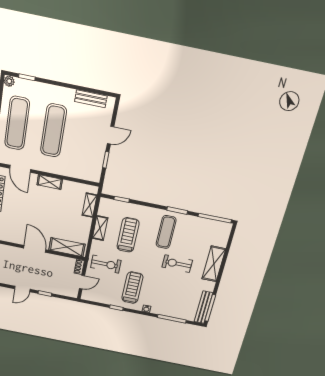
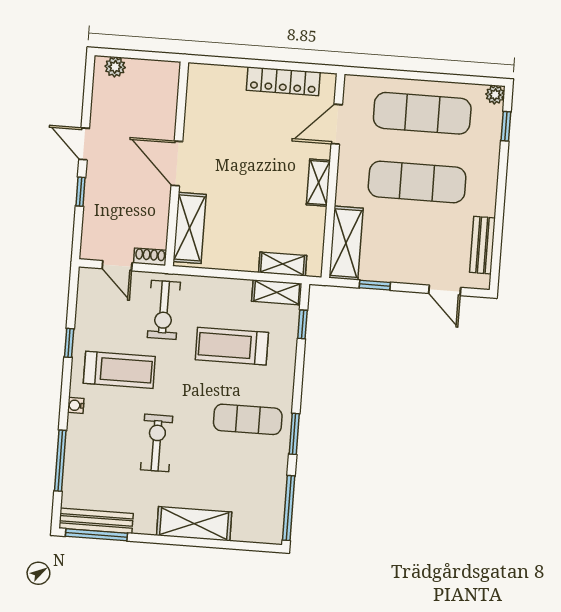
door: (111, 135) -> (445, 290), moved
shelving: (82, 172) -> (346, 243), added
shelving: (100, 228) -> (277, 292), moved
treadmill: (128, 235) -> (232, 346), turned 180
door: (35, 249) -> (177, 163), swing flipped
exercise bike: (177, 264) -> (157, 443), moved

